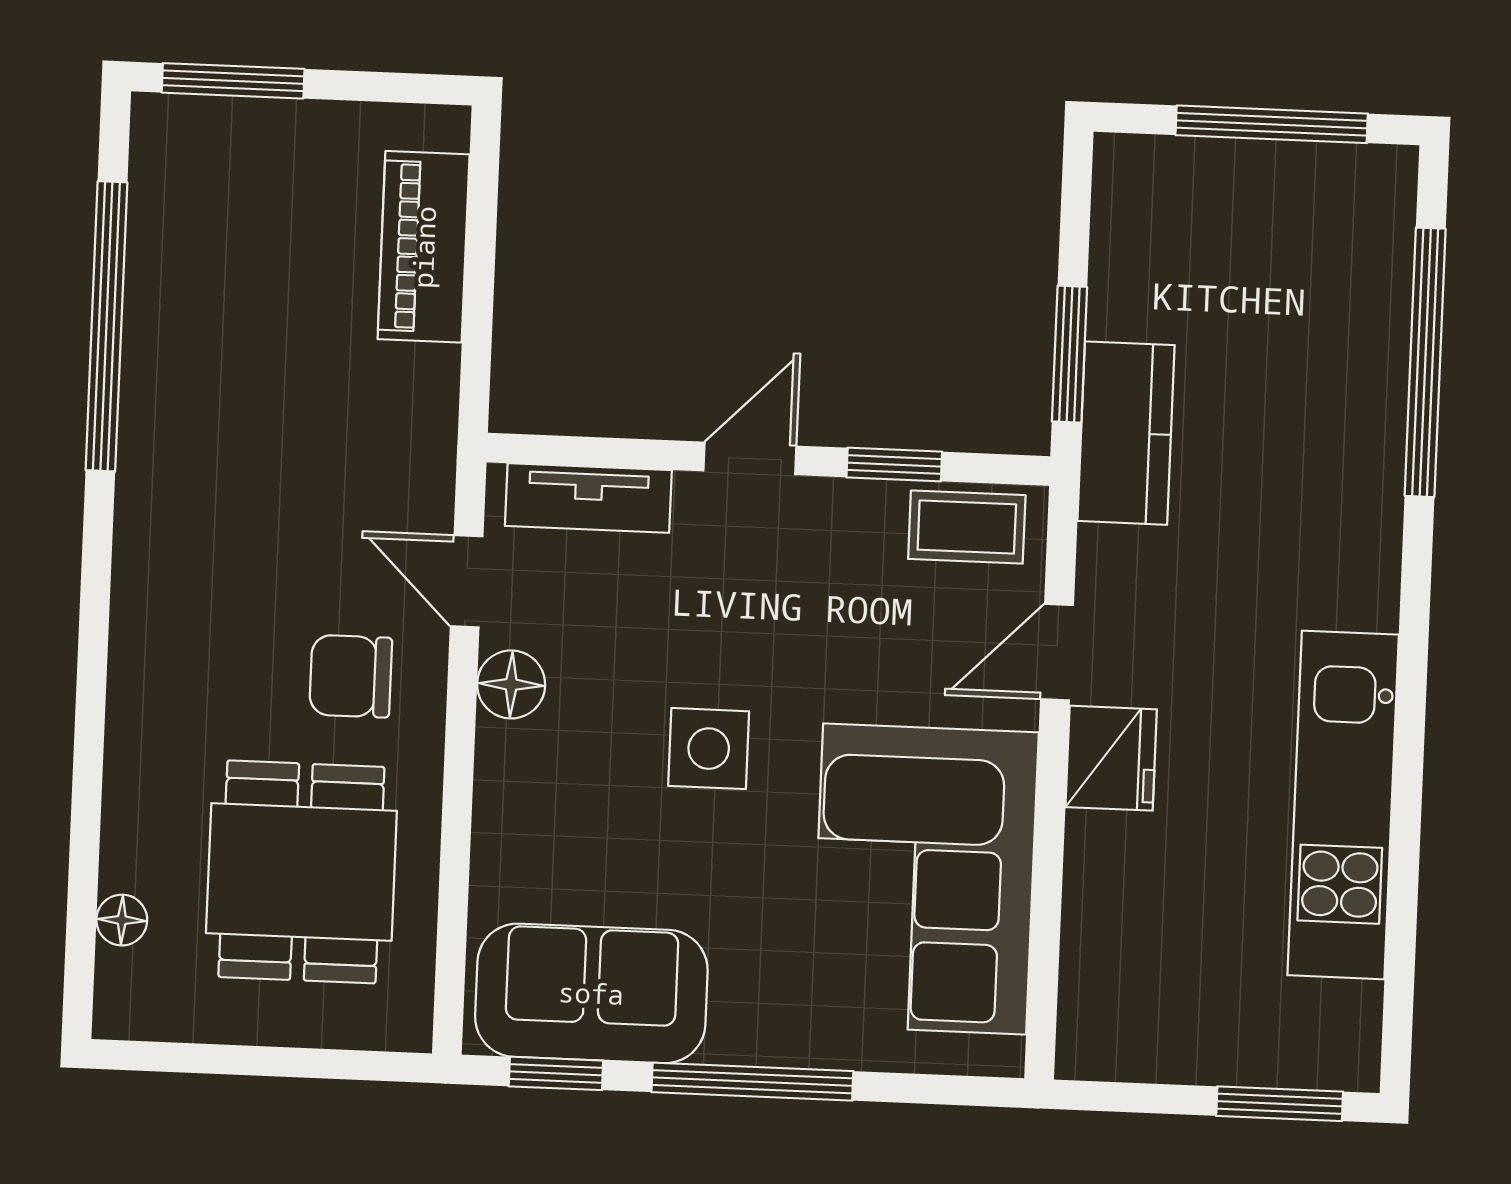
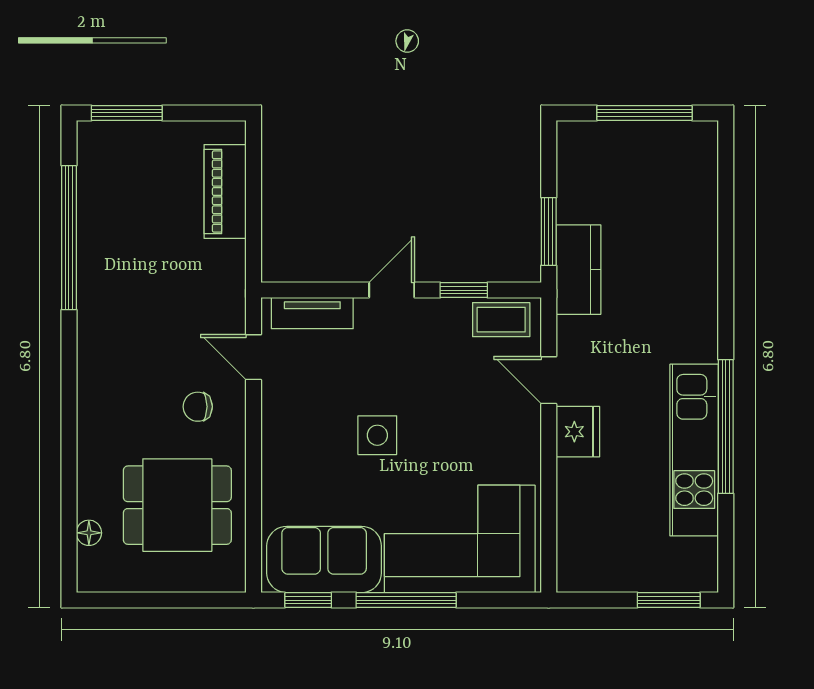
window: (1425, 362) -> (726, 427), moved
door: (1057, 652) -> (549, 380), hinge flipped
chair: (351, 676) -> (198, 407), width x0.73, depth x0.73
floor lamp: (511, 684) -> (278, 407), removed
dining table: (301, 872) -> (177, 505), turned 90
corner sofa: (925, 879) -> (460, 539), moved, turned 90

